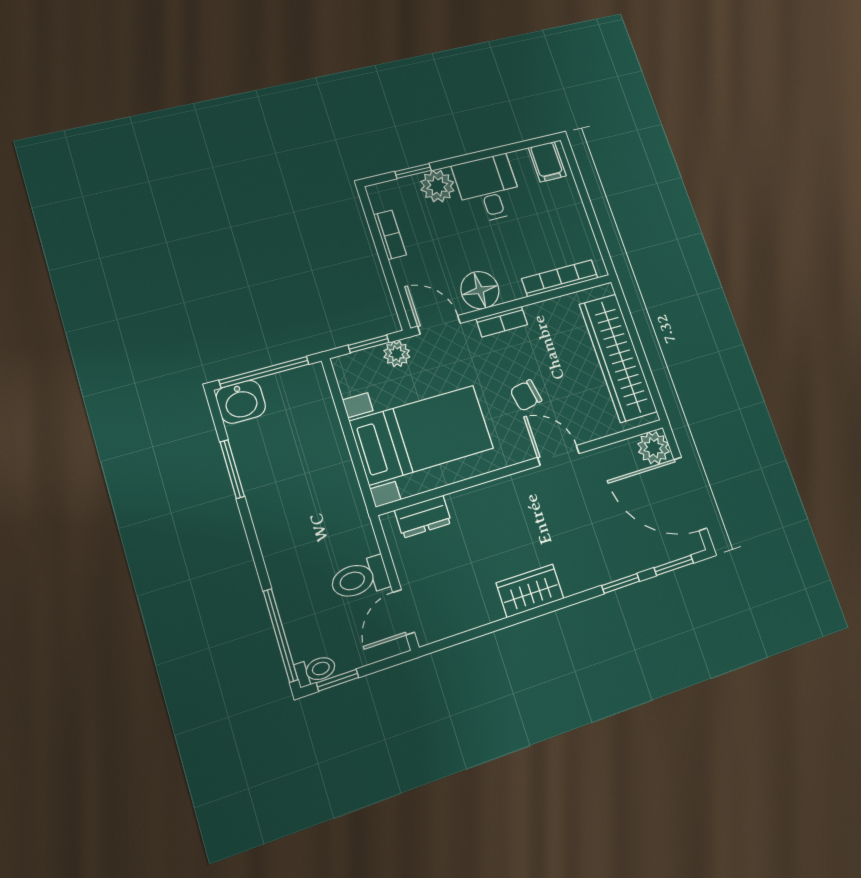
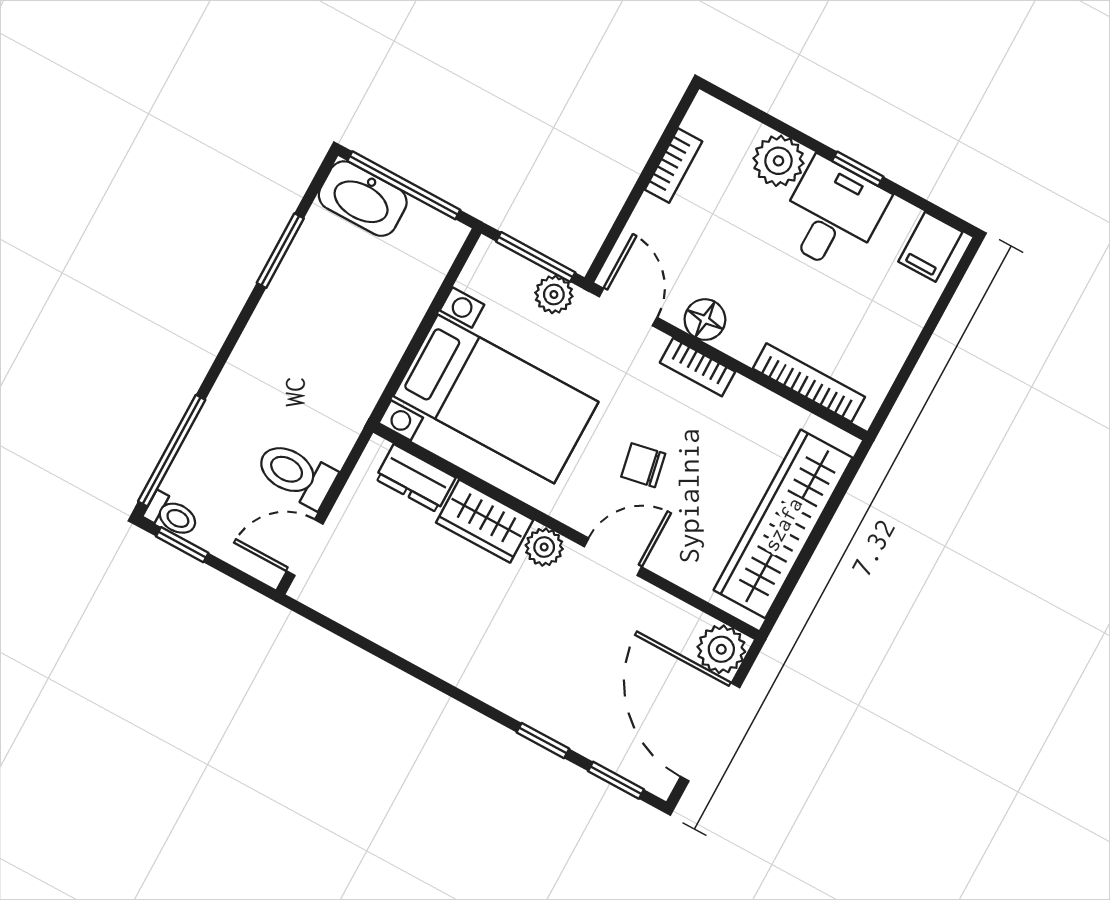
window: (413, 171) -> (858, 169), moved
floor lamp: (480, 290) -> (705, 320), width x0.73, depth x0.73
window: (369, 344) -> (536, 257), width x1.50
washbasin: (241, 402) -> (363, 199), width x1.38
door: (558, 455) -> (613, 557), hinge flipped
plant: (521, 485) -> (544, 547), added
wardrobe: (530, 591) -> (485, 521), moved, turned 180

